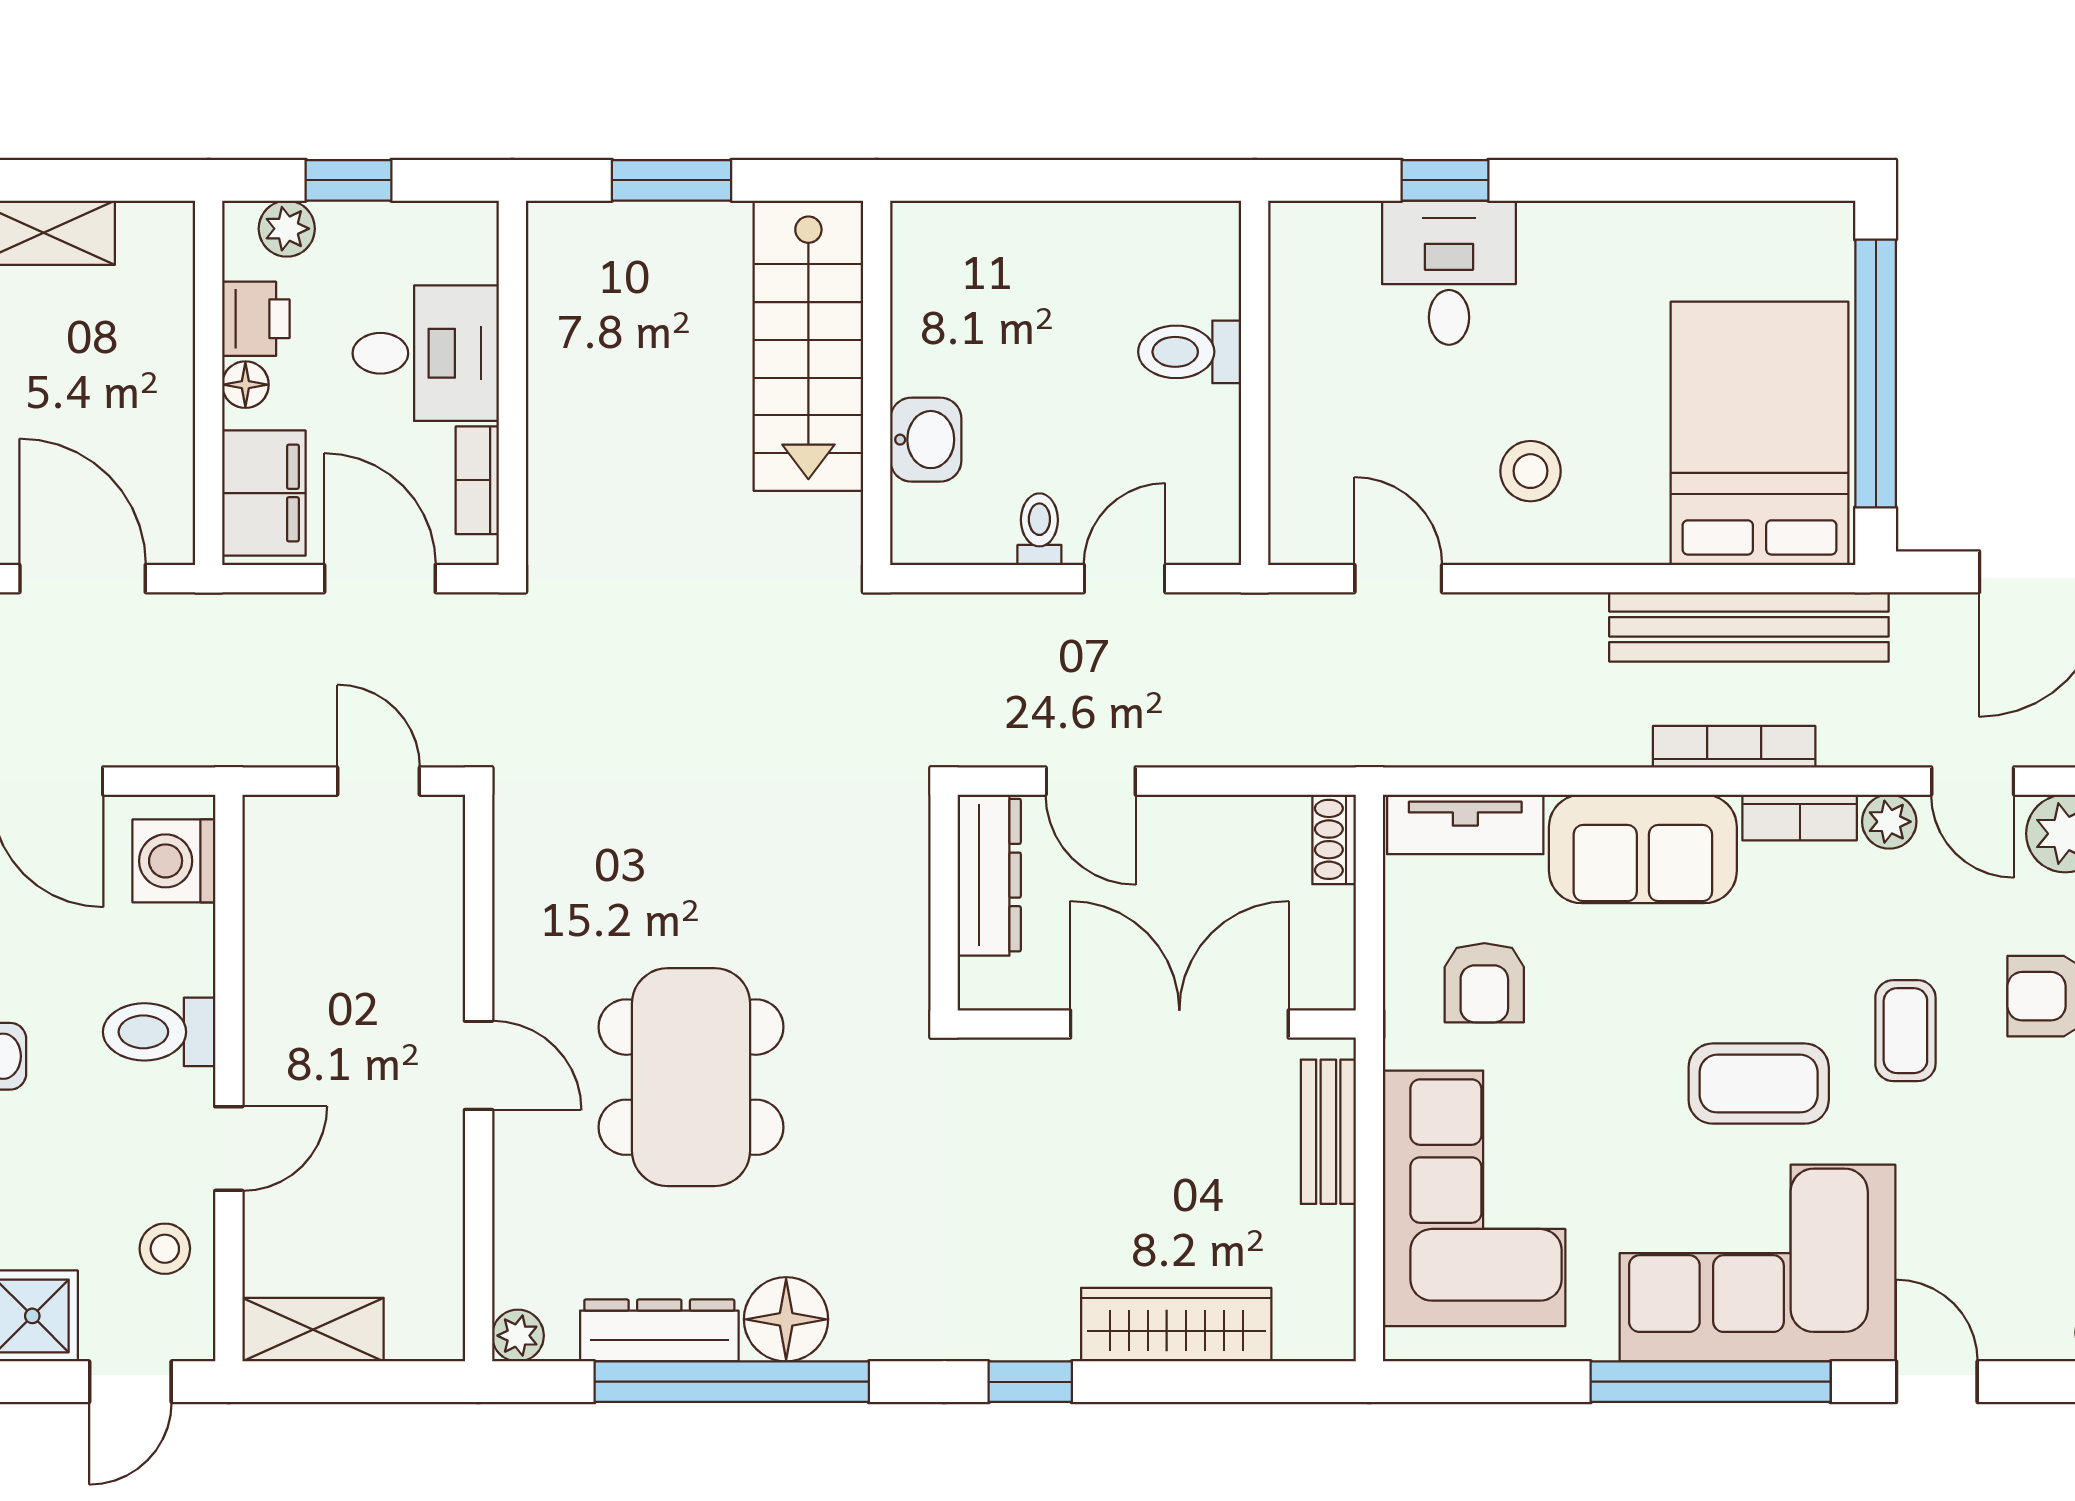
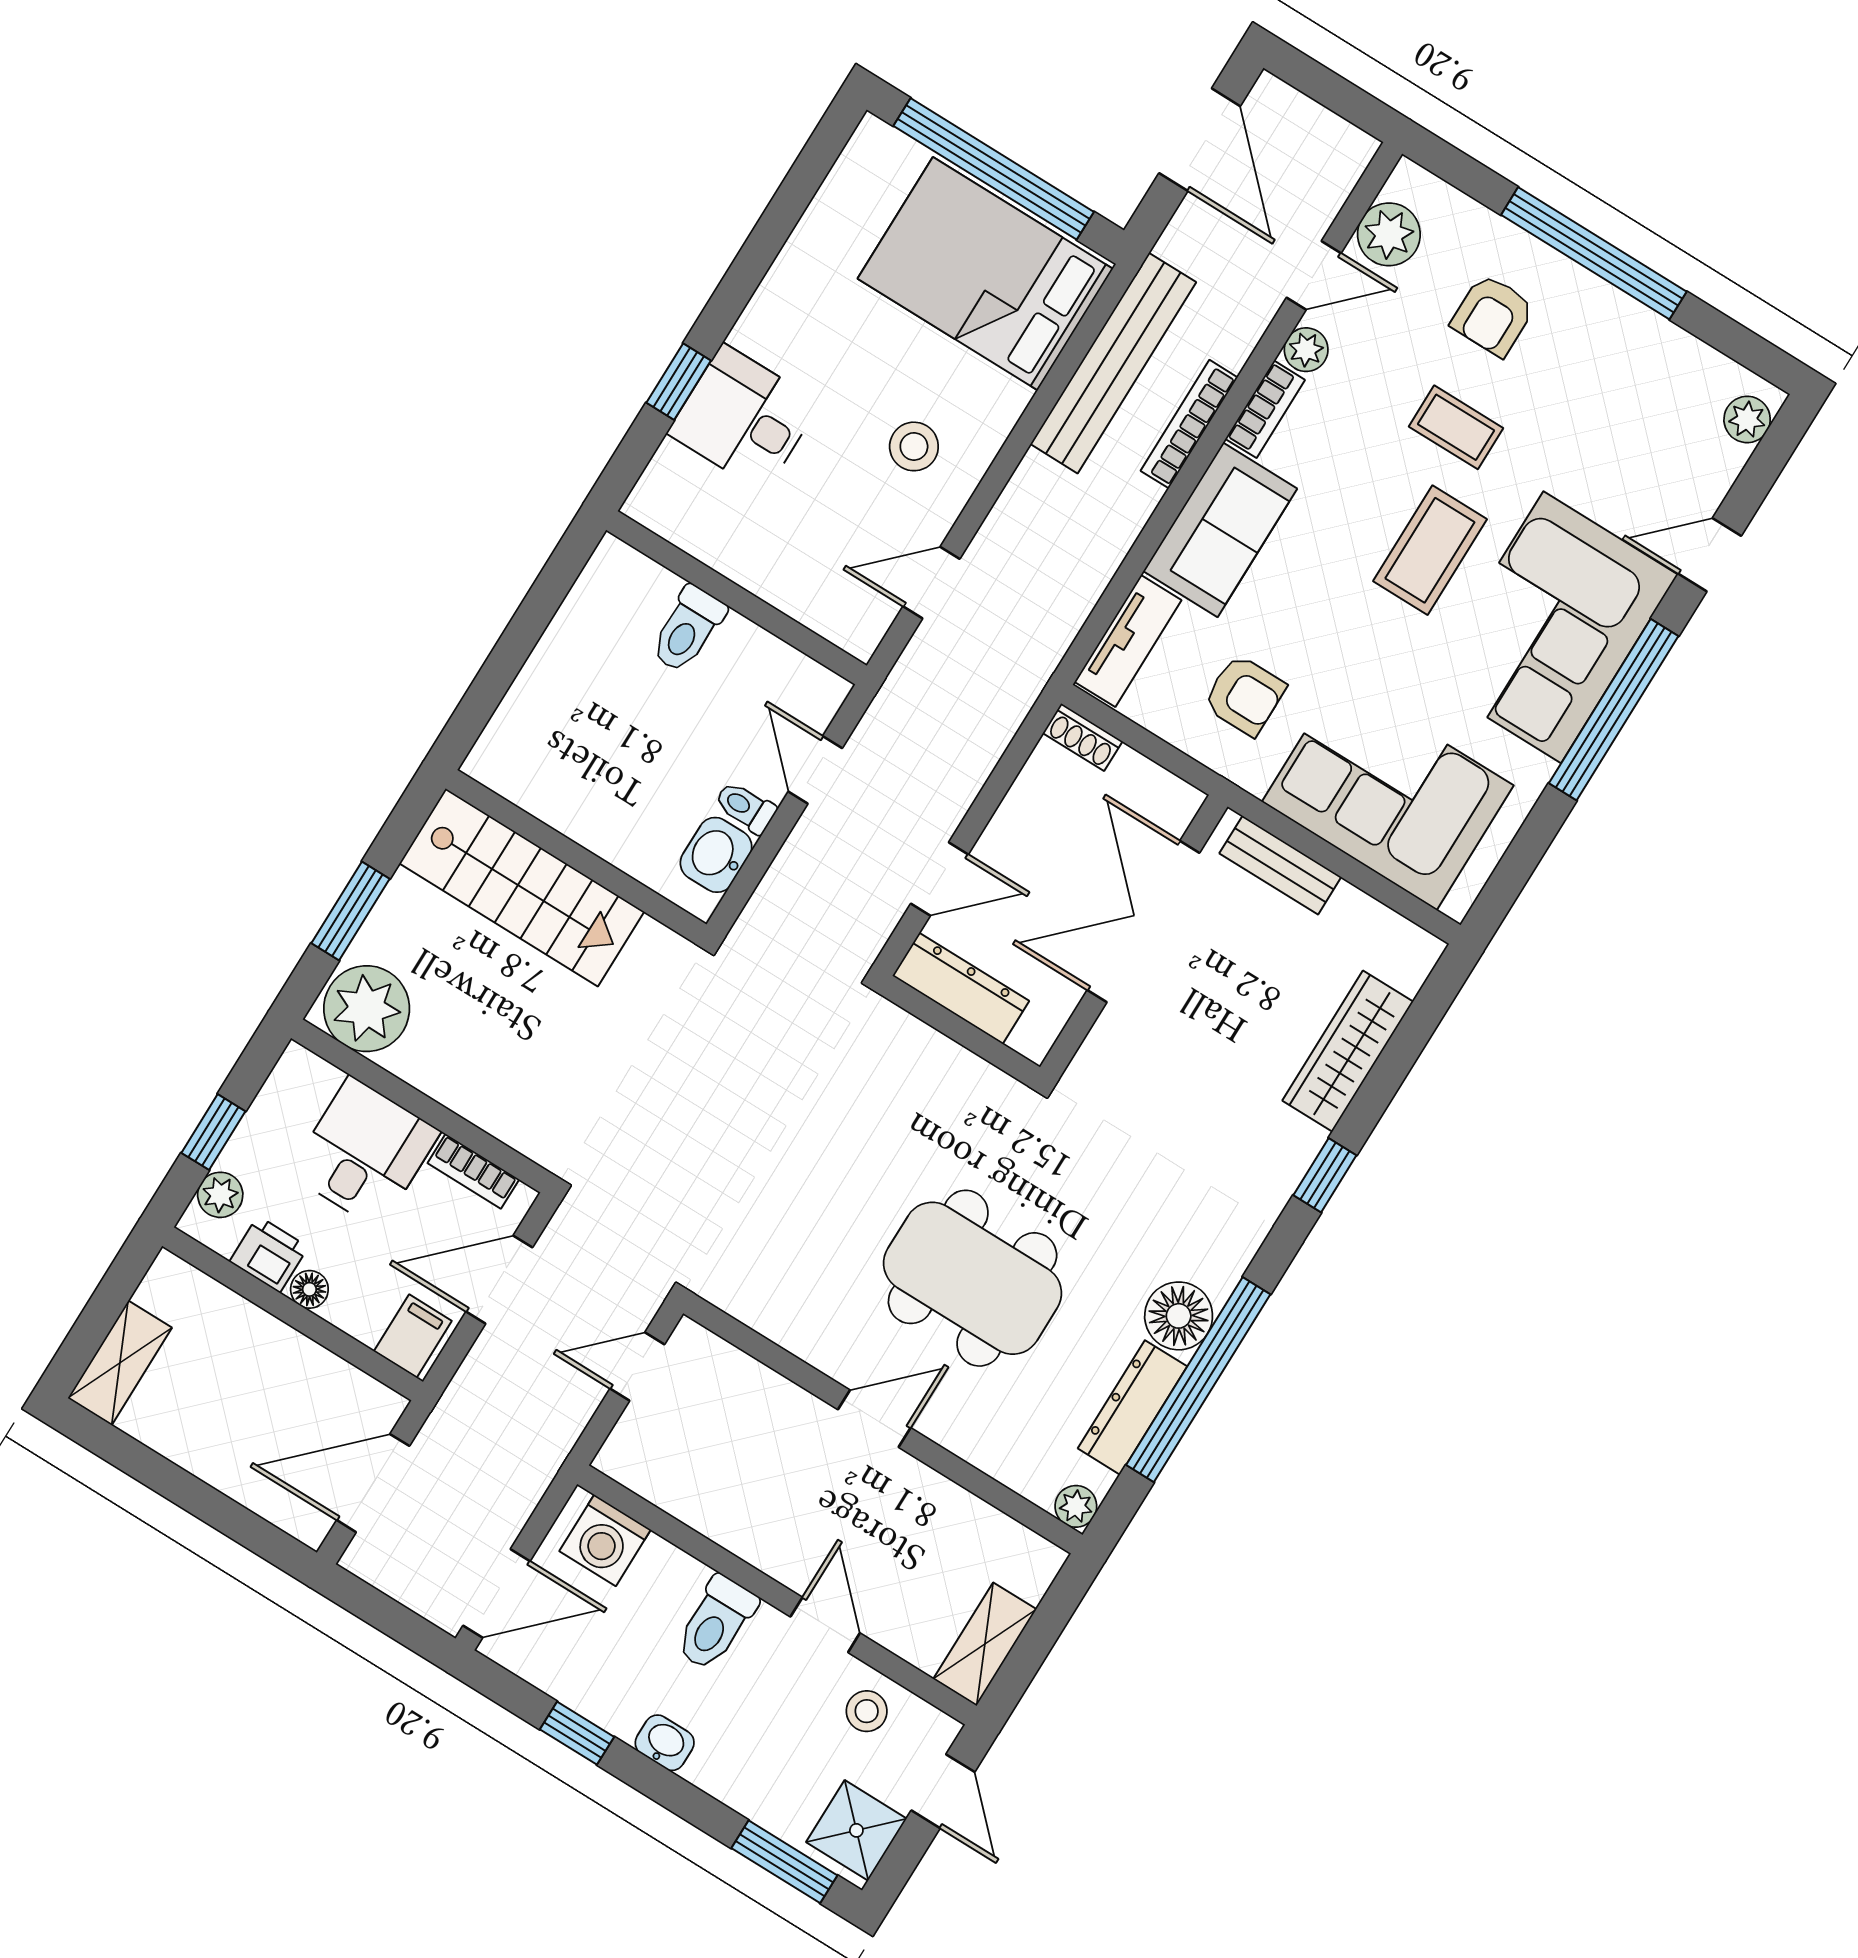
plant: (579, 261) -> (367, 1009), added
washbasin: (926, 440) -> (716, 855), moved, turned -90
filing cabinet: (264, 493) -> (413, 1336), width x0.50

